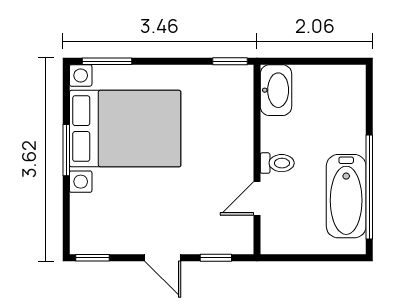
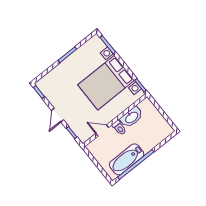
washbasin: (276, 90) -> (131, 117), moved
bed with nightstands: (125, 129) -> (106, 83), moved, turned 90

